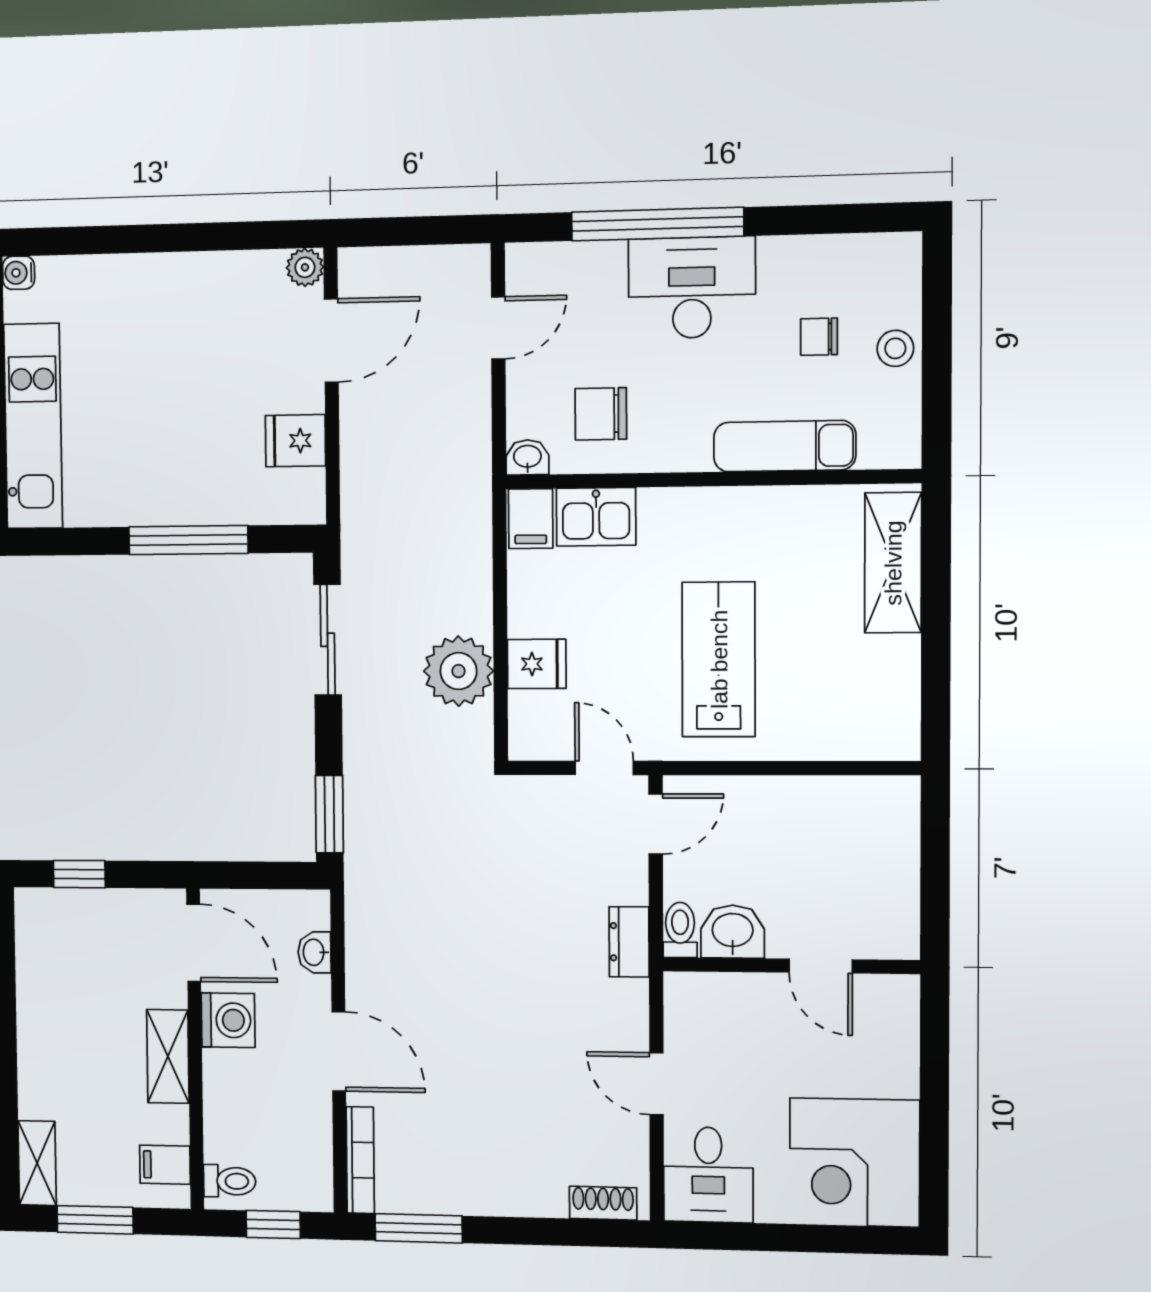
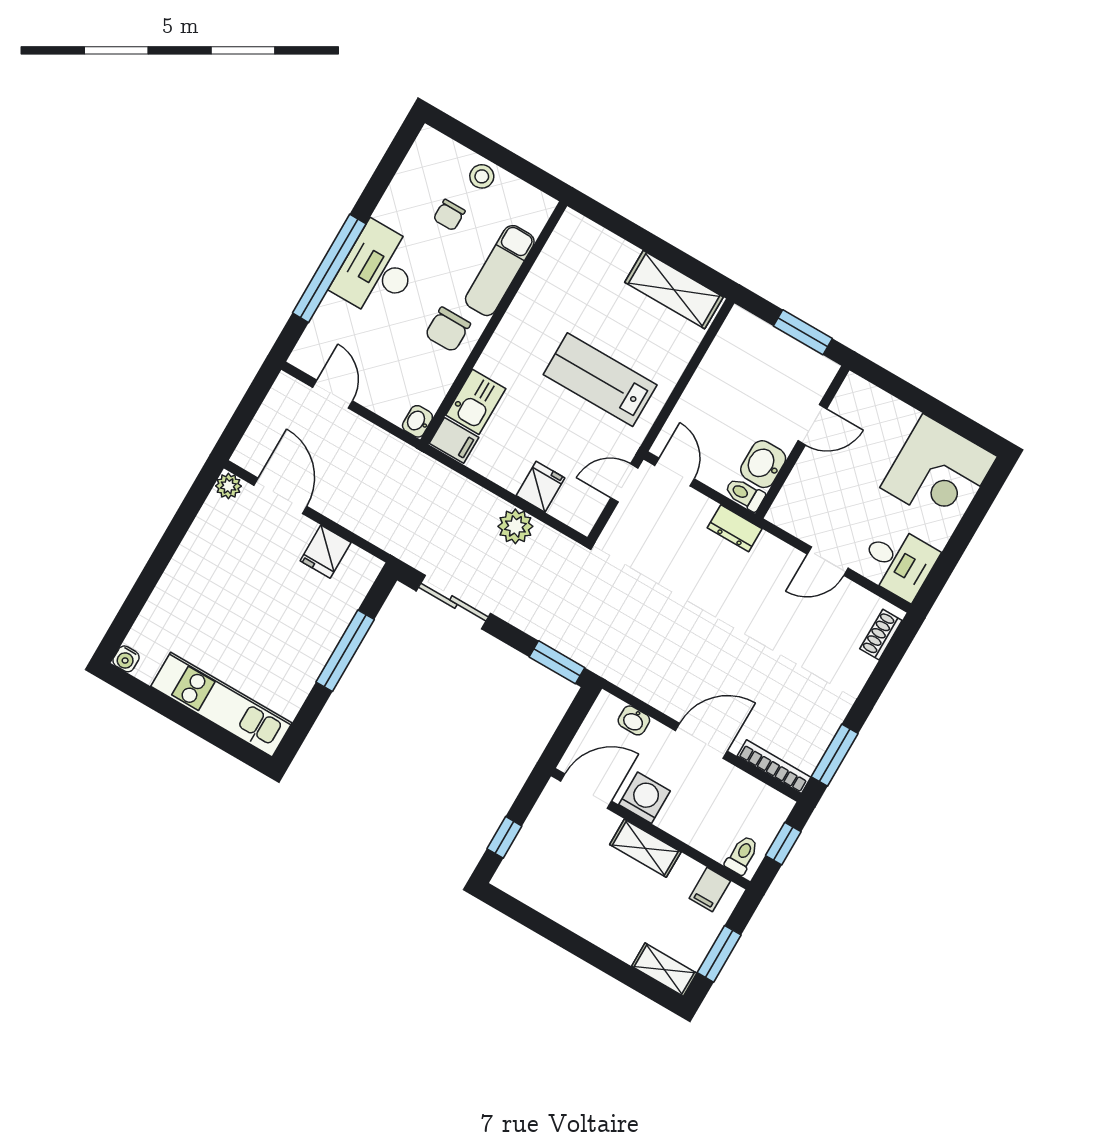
chair: (601, 414) -> (448, 330), moved
shelving: (893, 563) -> (674, 290), moved
plant: (459, 671) -> (515, 526), width x0.73, depth x0.73
window: (935, 886) -> (803, 332), added

